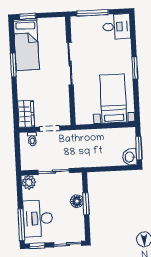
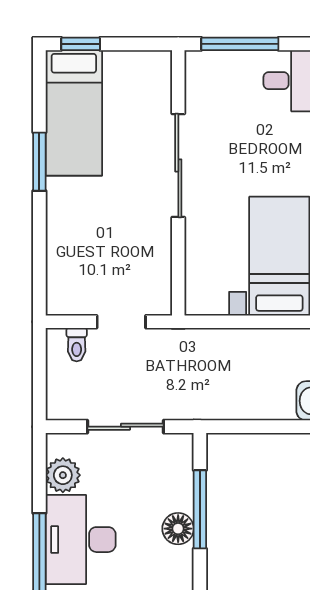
wardrobe: (26, 114) -> (64, 283), removed
plant: (29, 182) -> (63, 475), moved
floor lamp: (77, 201) -> (178, 529), moved
window: (86, 204) -> (200, 509), width x1.44

